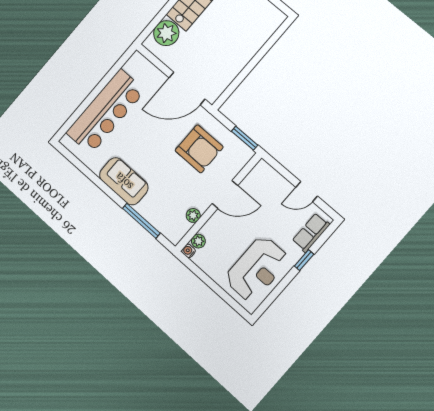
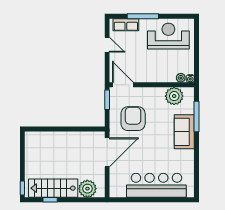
door: (187, 88) -> (107, 152), hinge flipped
sofa: (124, 181) -> (184, 132), moved
door: (225, 195) -> (123, 85), moved
plant: (193, 215) -> (174, 96), width x1.87, depth x1.87
window: (304, 260) -> (143, 16), width x2.17

